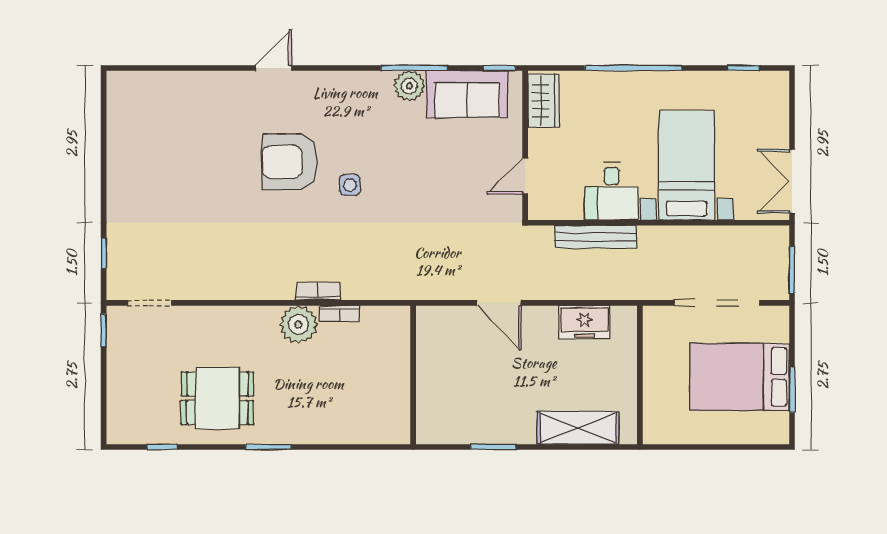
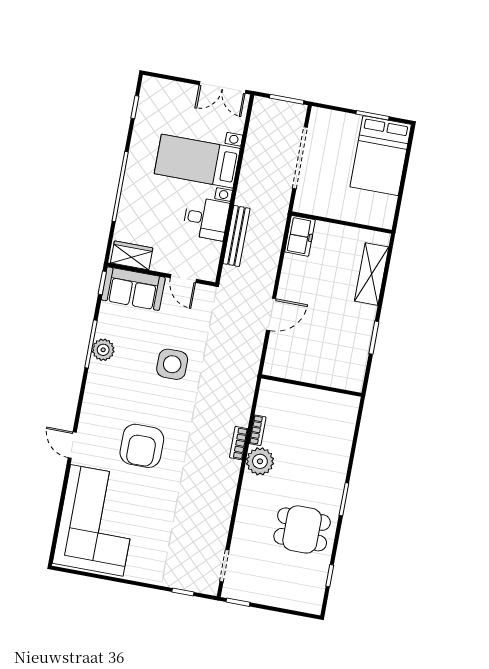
sofa: (467, 94) -> (133, 289), moved, turned 90
corner sofa: (178, 120) -> (97, 520), added
side table: (350, 185) -> (172, 364), moved, width x1.87, depth x1.87
freezer: (585, 322) -> (300, 236), moved
bed: (740, 377) -> (381, 156), moved
dining table: (217, 398) -> (302, 529), turned 90

